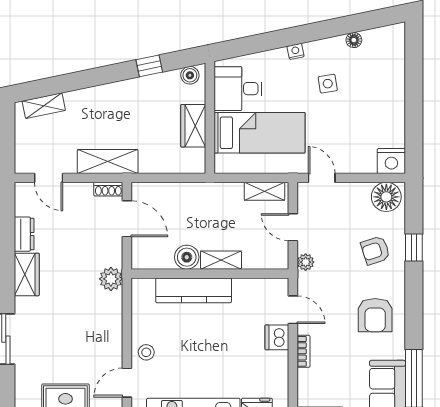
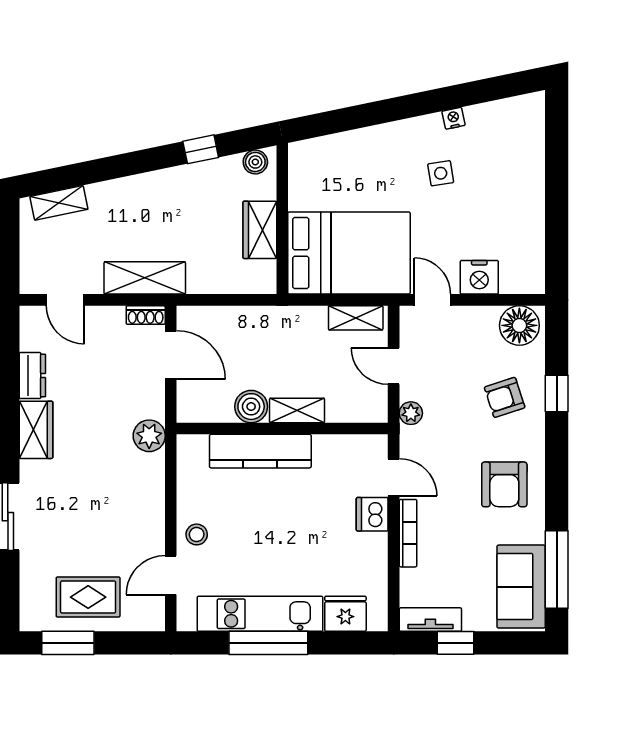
floor lamp: (354, 40) -> (476, 115), removed
nightstand: (296, 51) -> (454, 118), moved
desk: (238, 89) -> (320, 180), removed
bed: (260, 133) -> (349, 253), width x1.50
nightstand: (391, 161) -> (479, 277), moved
bookcase: (303, 351) -> (408, 533), width x1.56

